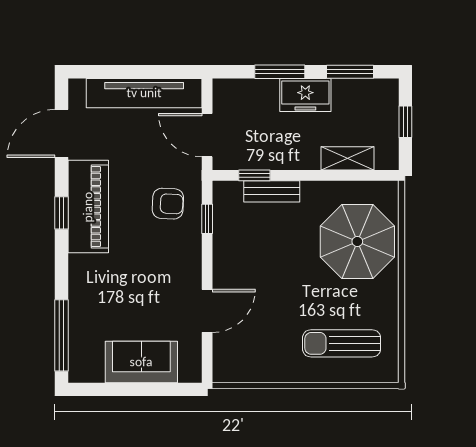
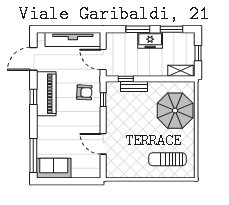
shelving: (348, 158) -> (181, 71), moved
door: (207, 311) -> (103, 144), swing flipped
sofa: (141, 362) -> (54, 168), moved

